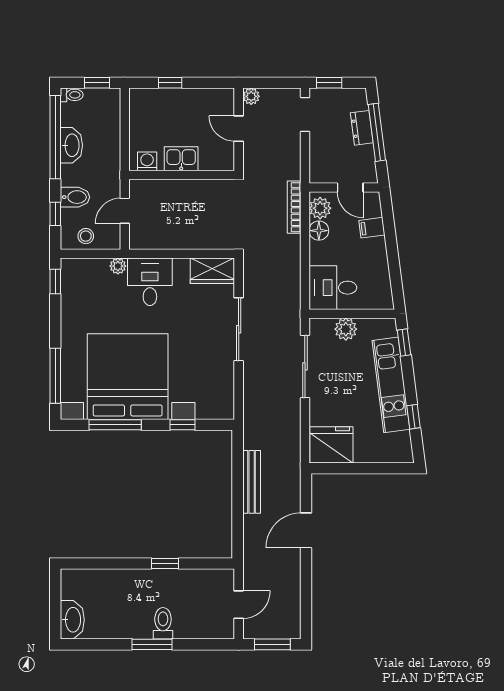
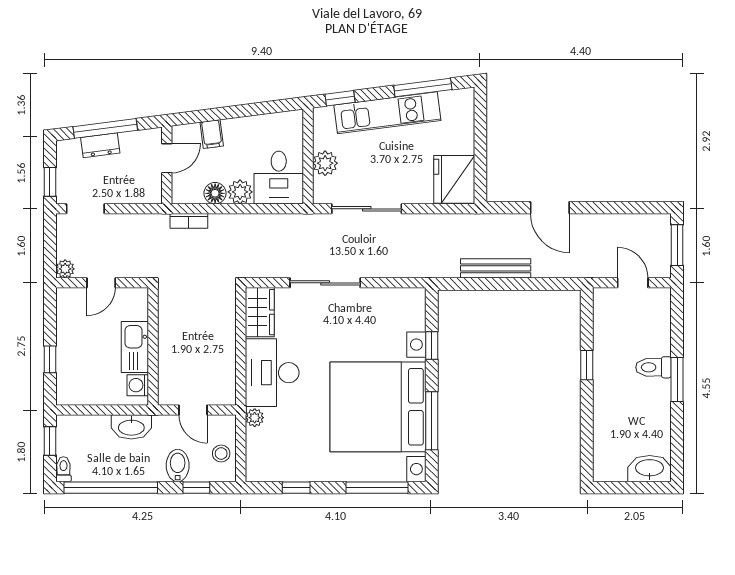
washbasin: (71, 145) -> (131, 427), moved, turned 180
kitchen sink: (181, 159) -> (135, 347), width x1.38
bookcase: (294, 207) -> (189, 221), width x0.64
plant: (320, 208) -> (240, 192), moved
window: (55, 282) -> (296, 488), moved
desk: (150, 282) -> (272, 373), width x1.37
window: (414, 417) -> (423, 88), width x2.17

